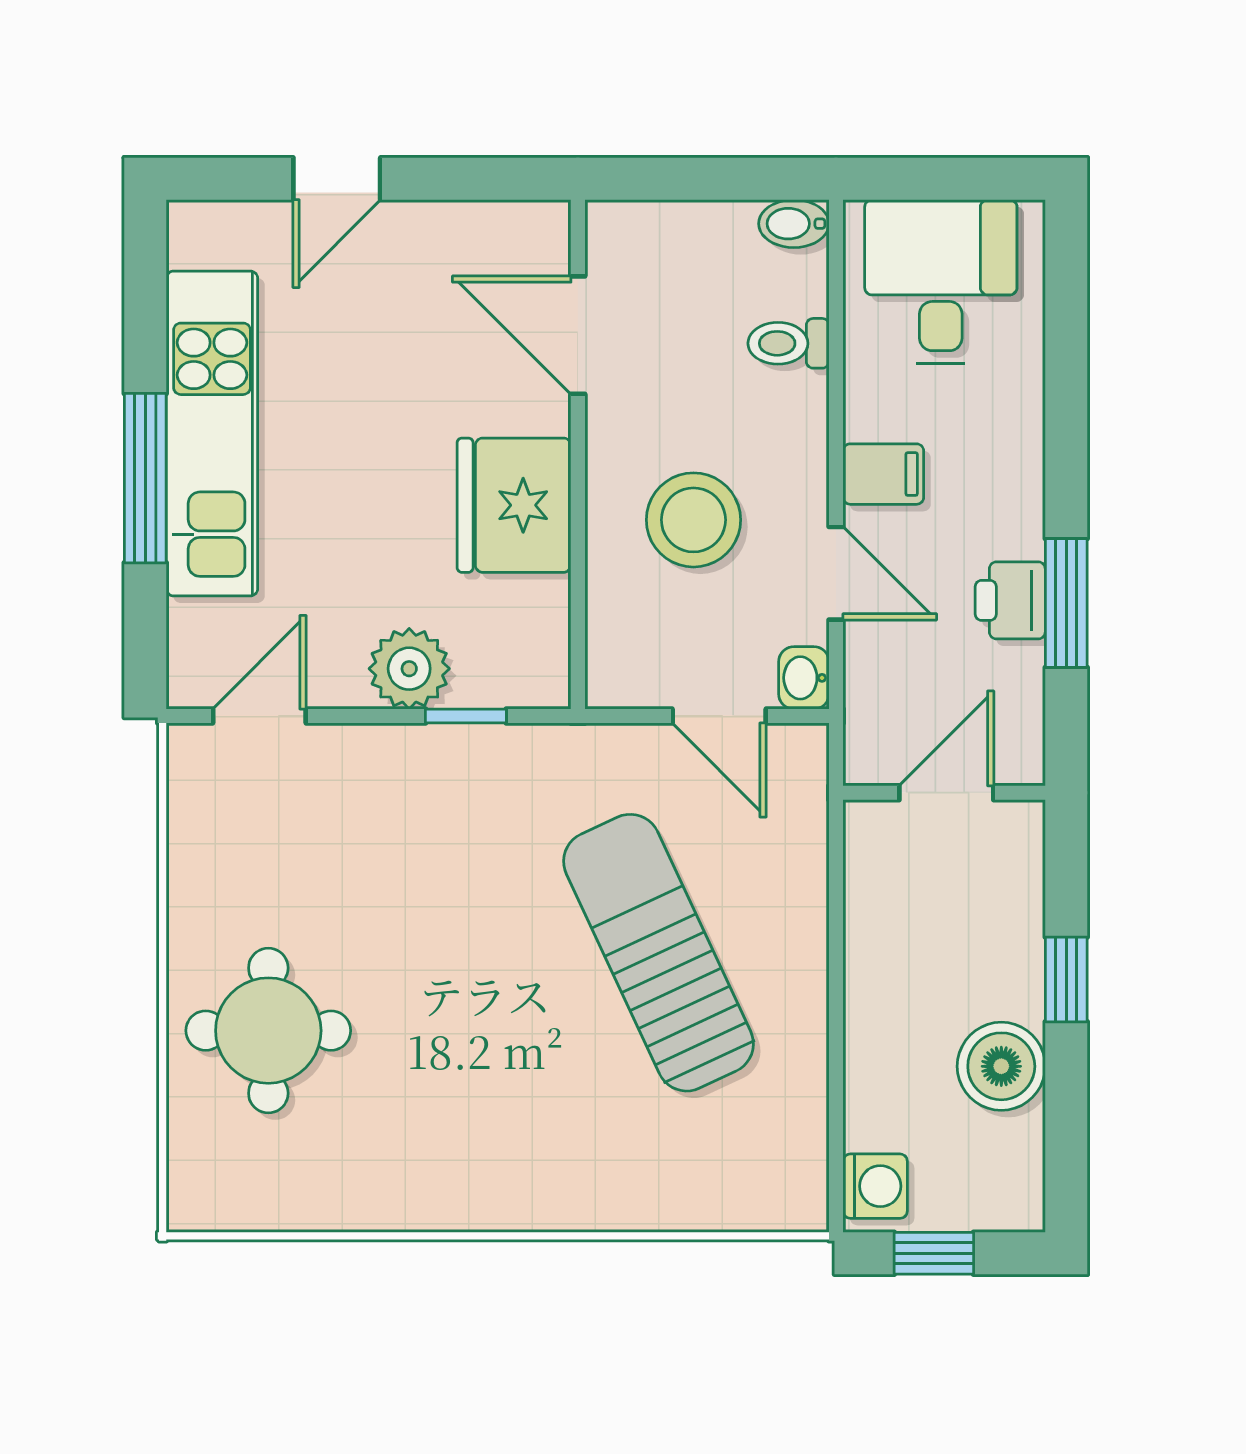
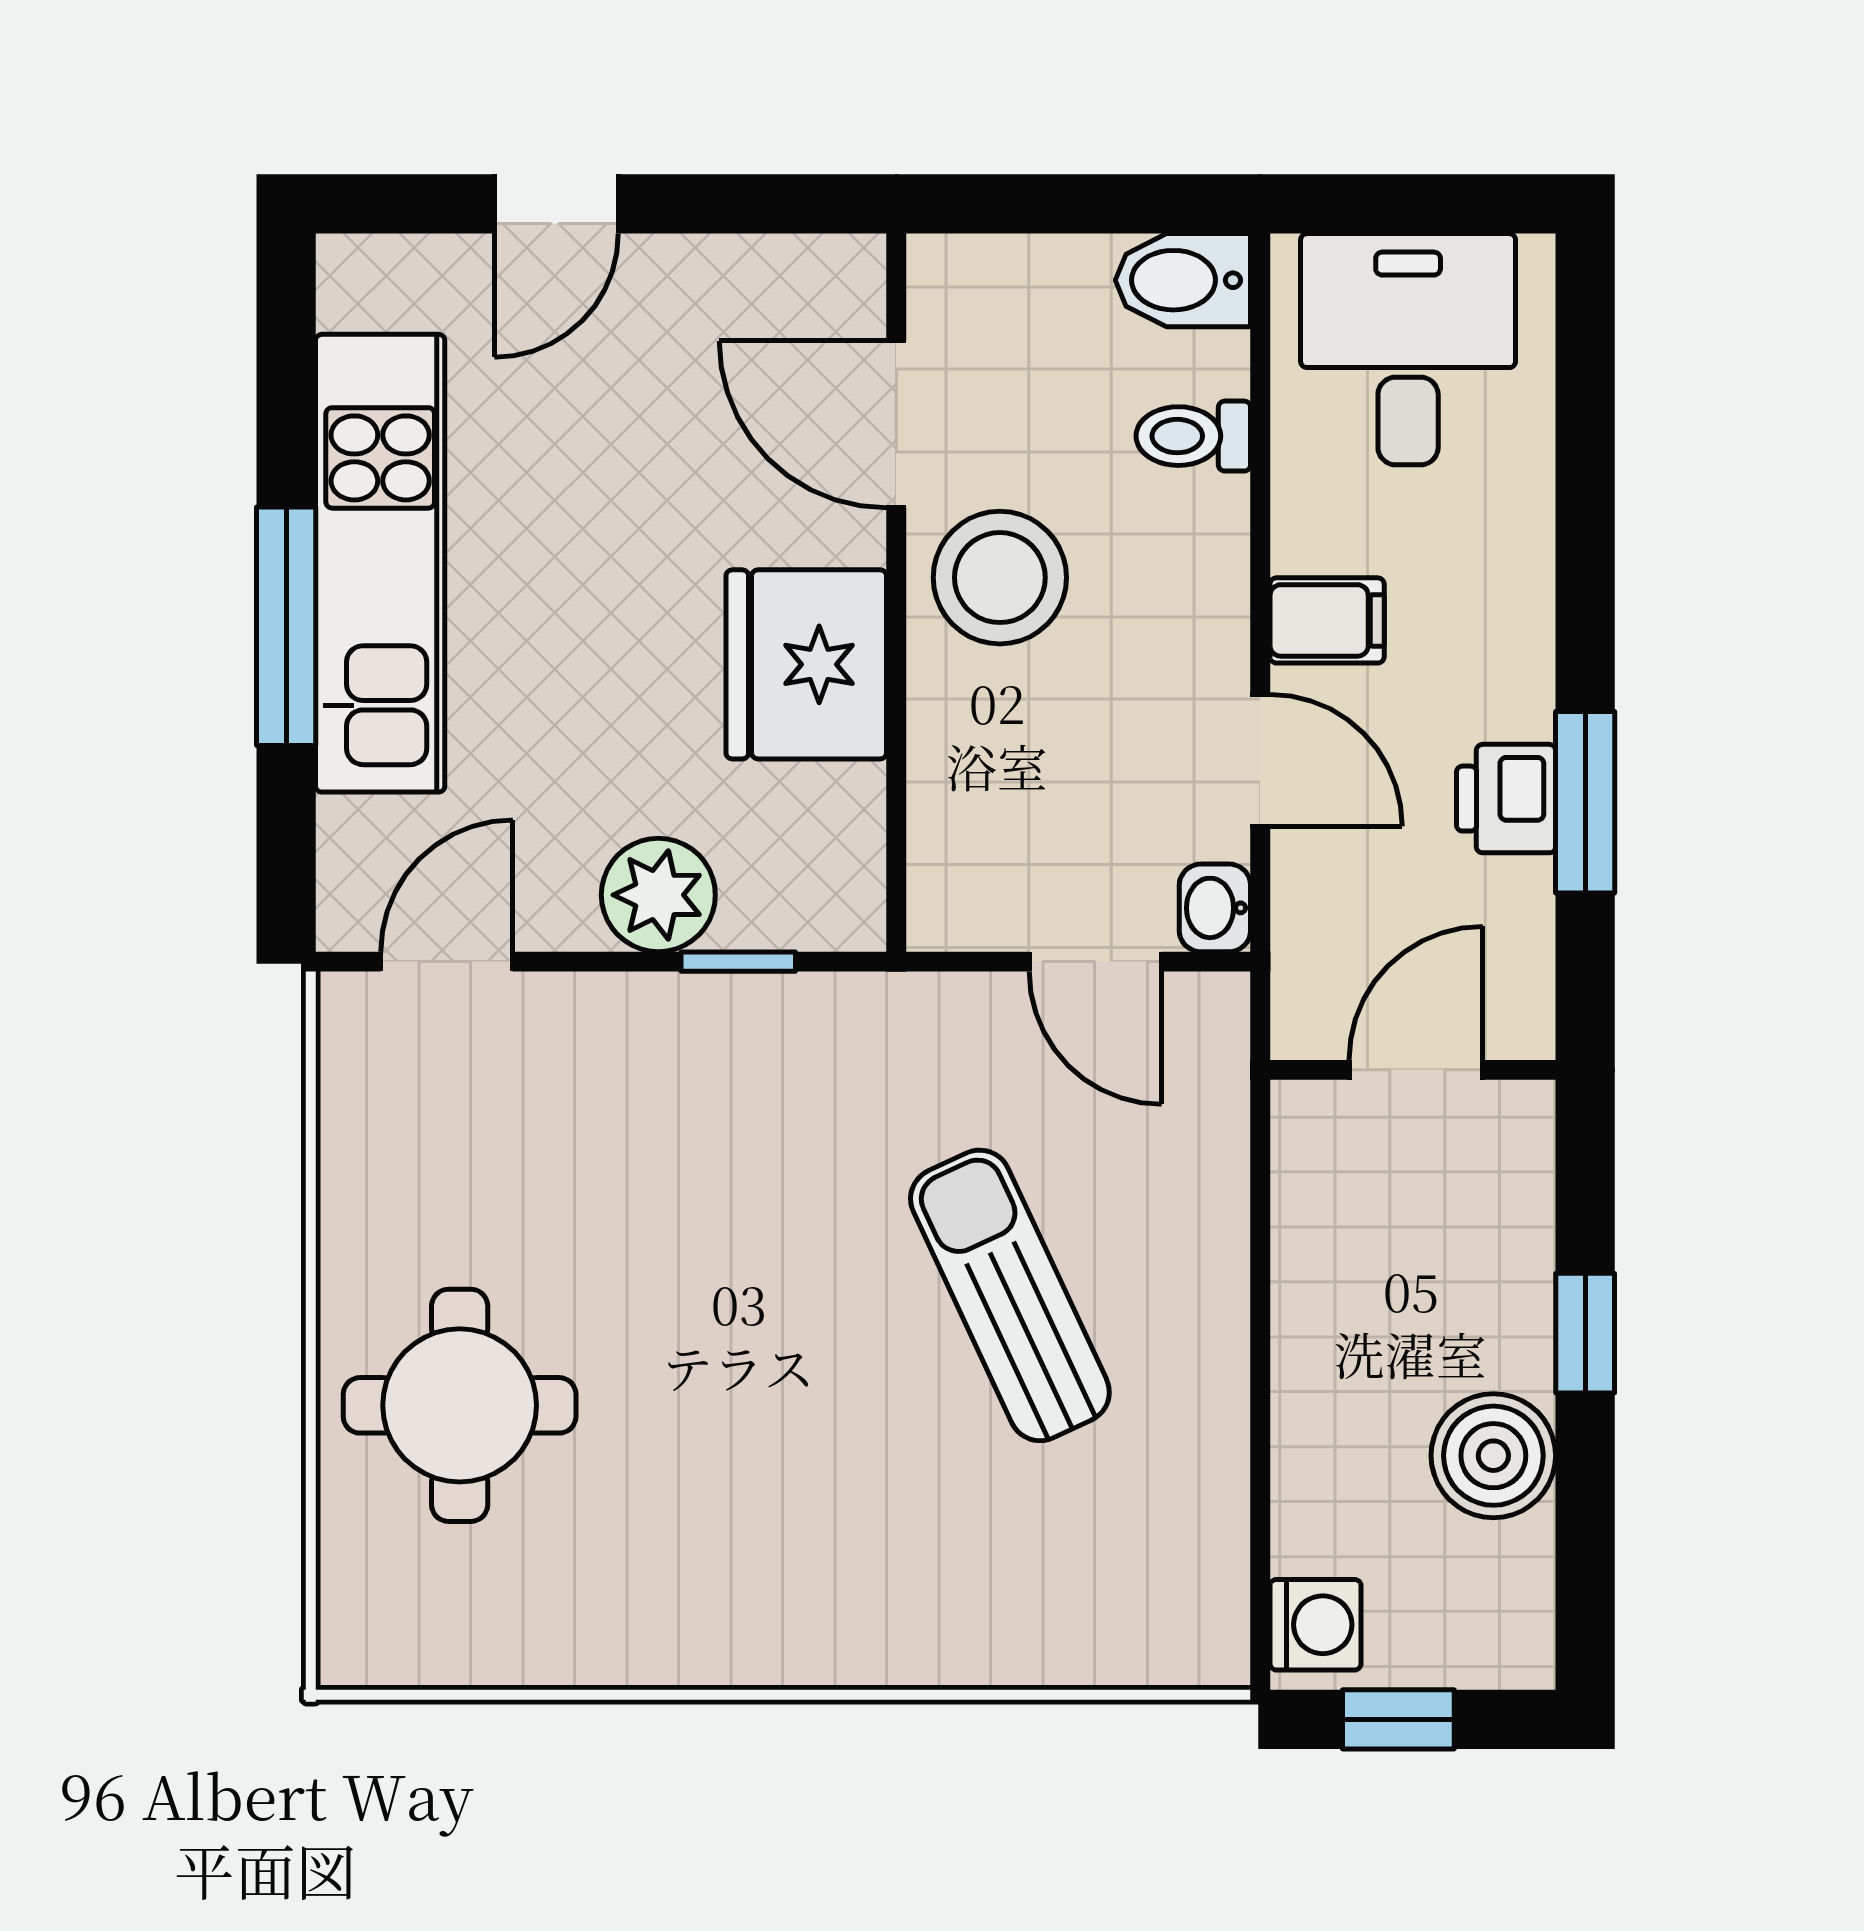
bidet: (794, 224) -> (1183, 280), width x1.38, depth x1.36
stool: (693, 520) -> (1000, 578), moved
sun lounger: (658, 953) -> (1010, 1295), width x0.73, depth x0.75

